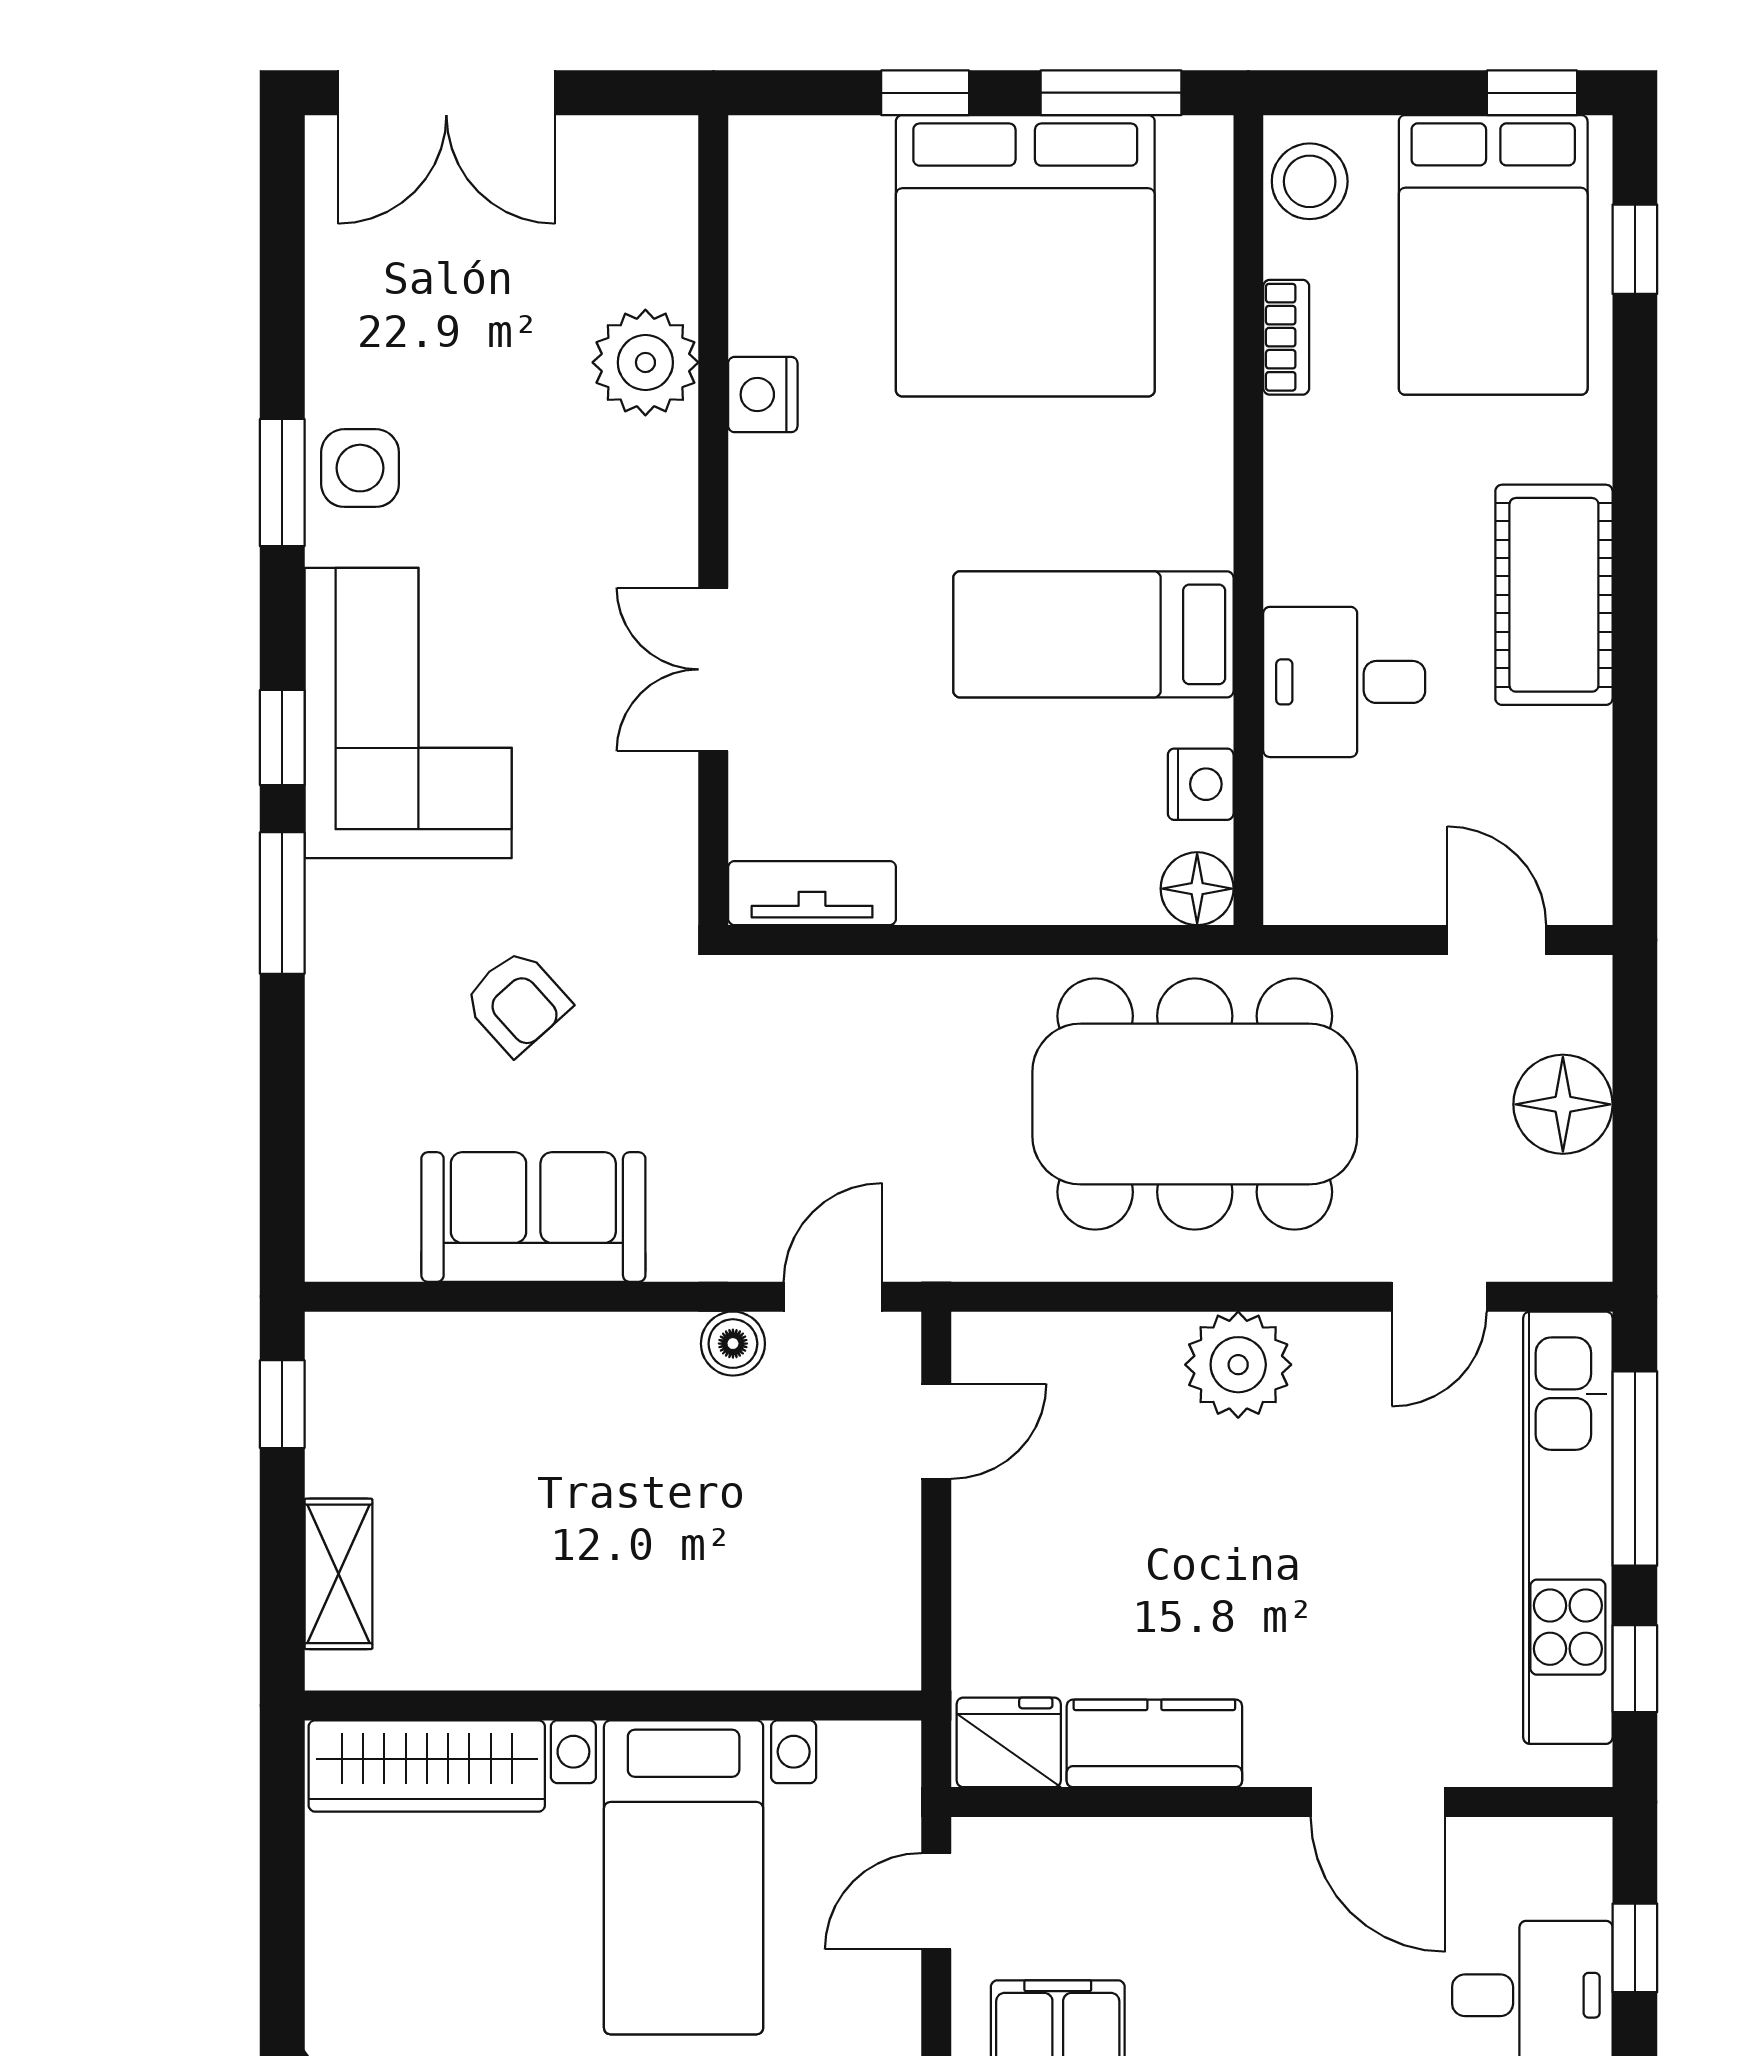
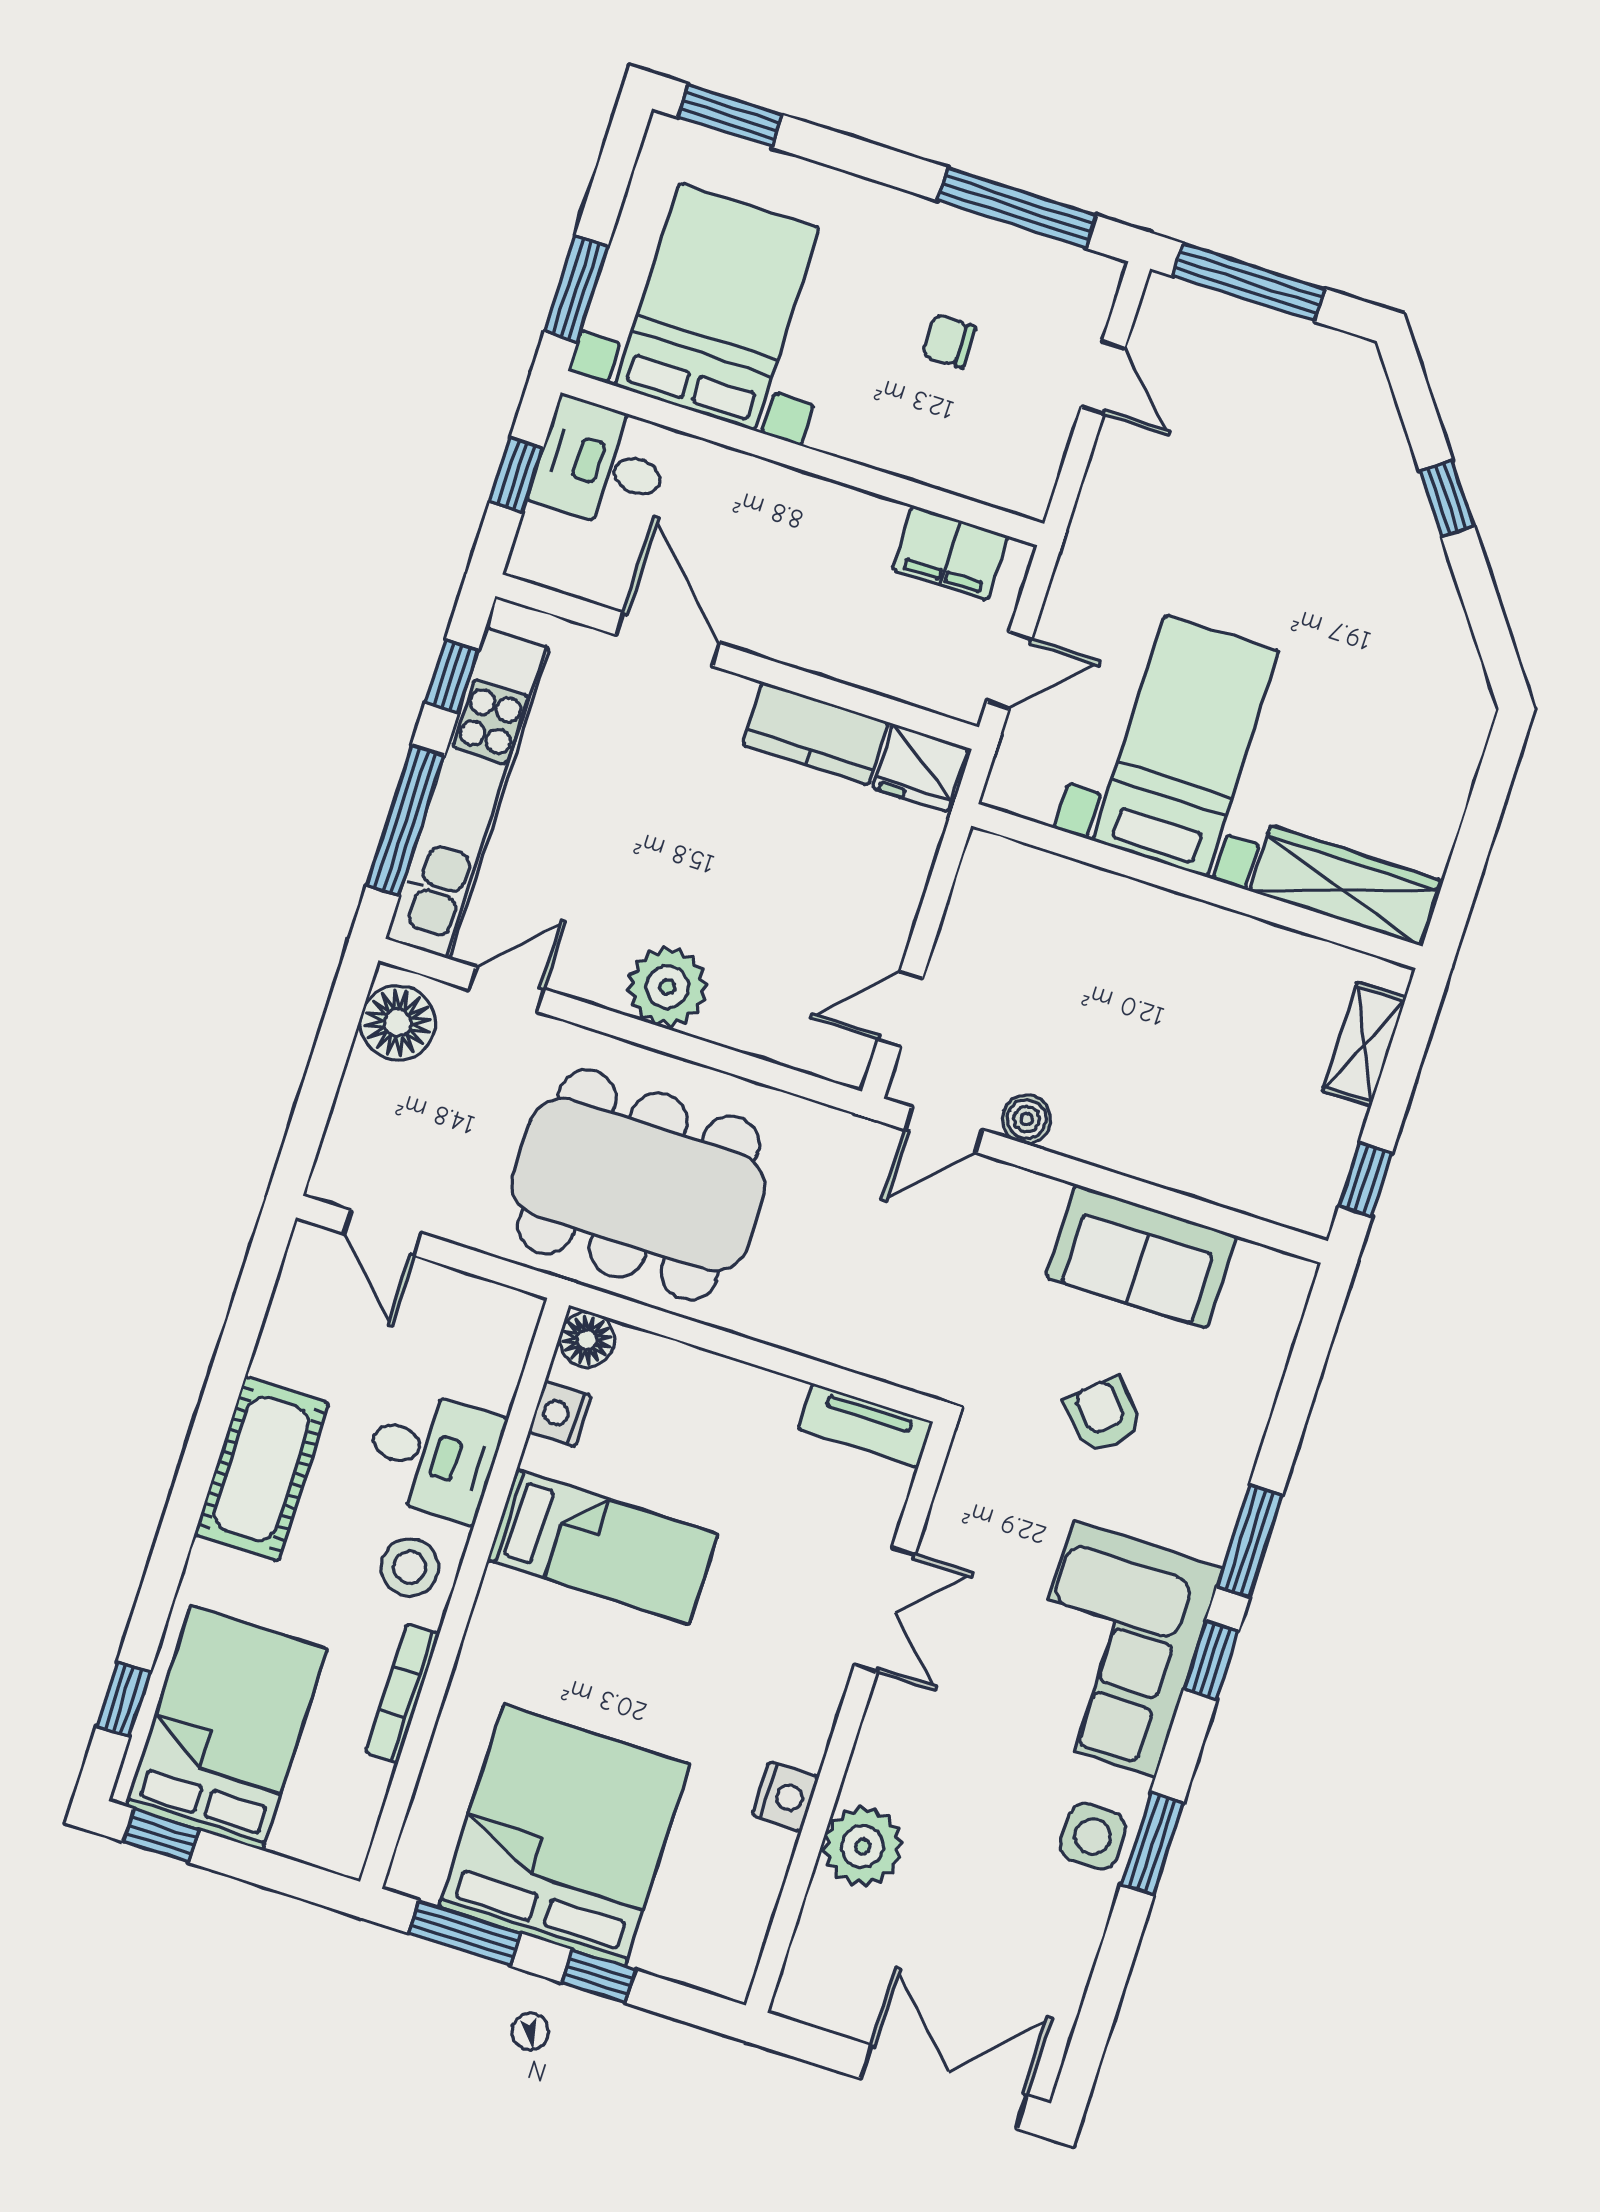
stool: (1310, 181) -> (410, 1567), moved
bookcase: (1286, 337) -> (402, 1693), width x1.56
floor lamp: (1563, 1104) -> (398, 1023), moved

